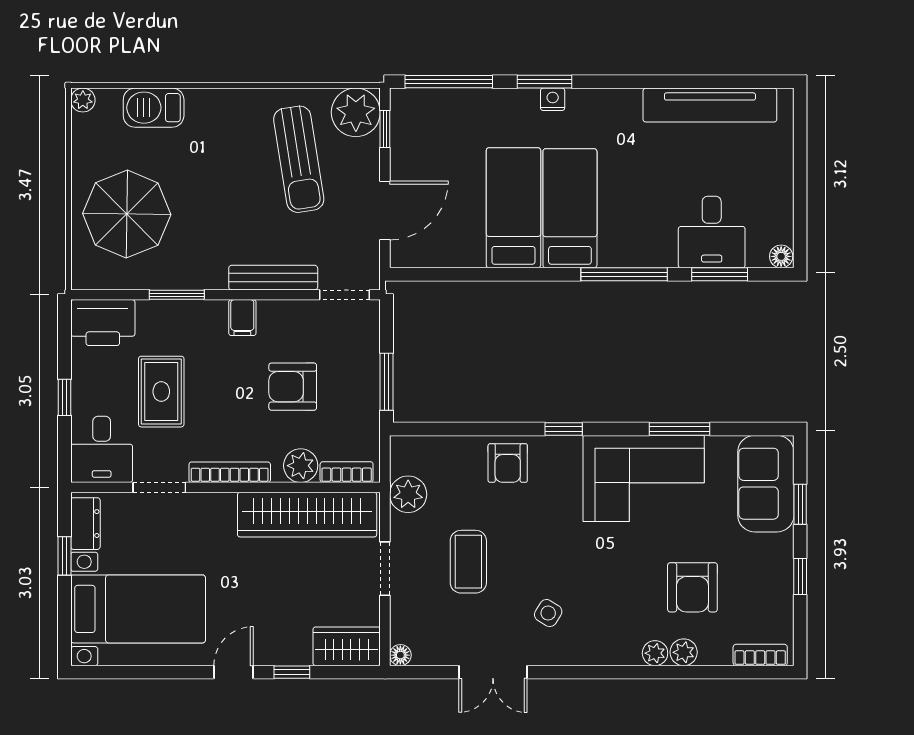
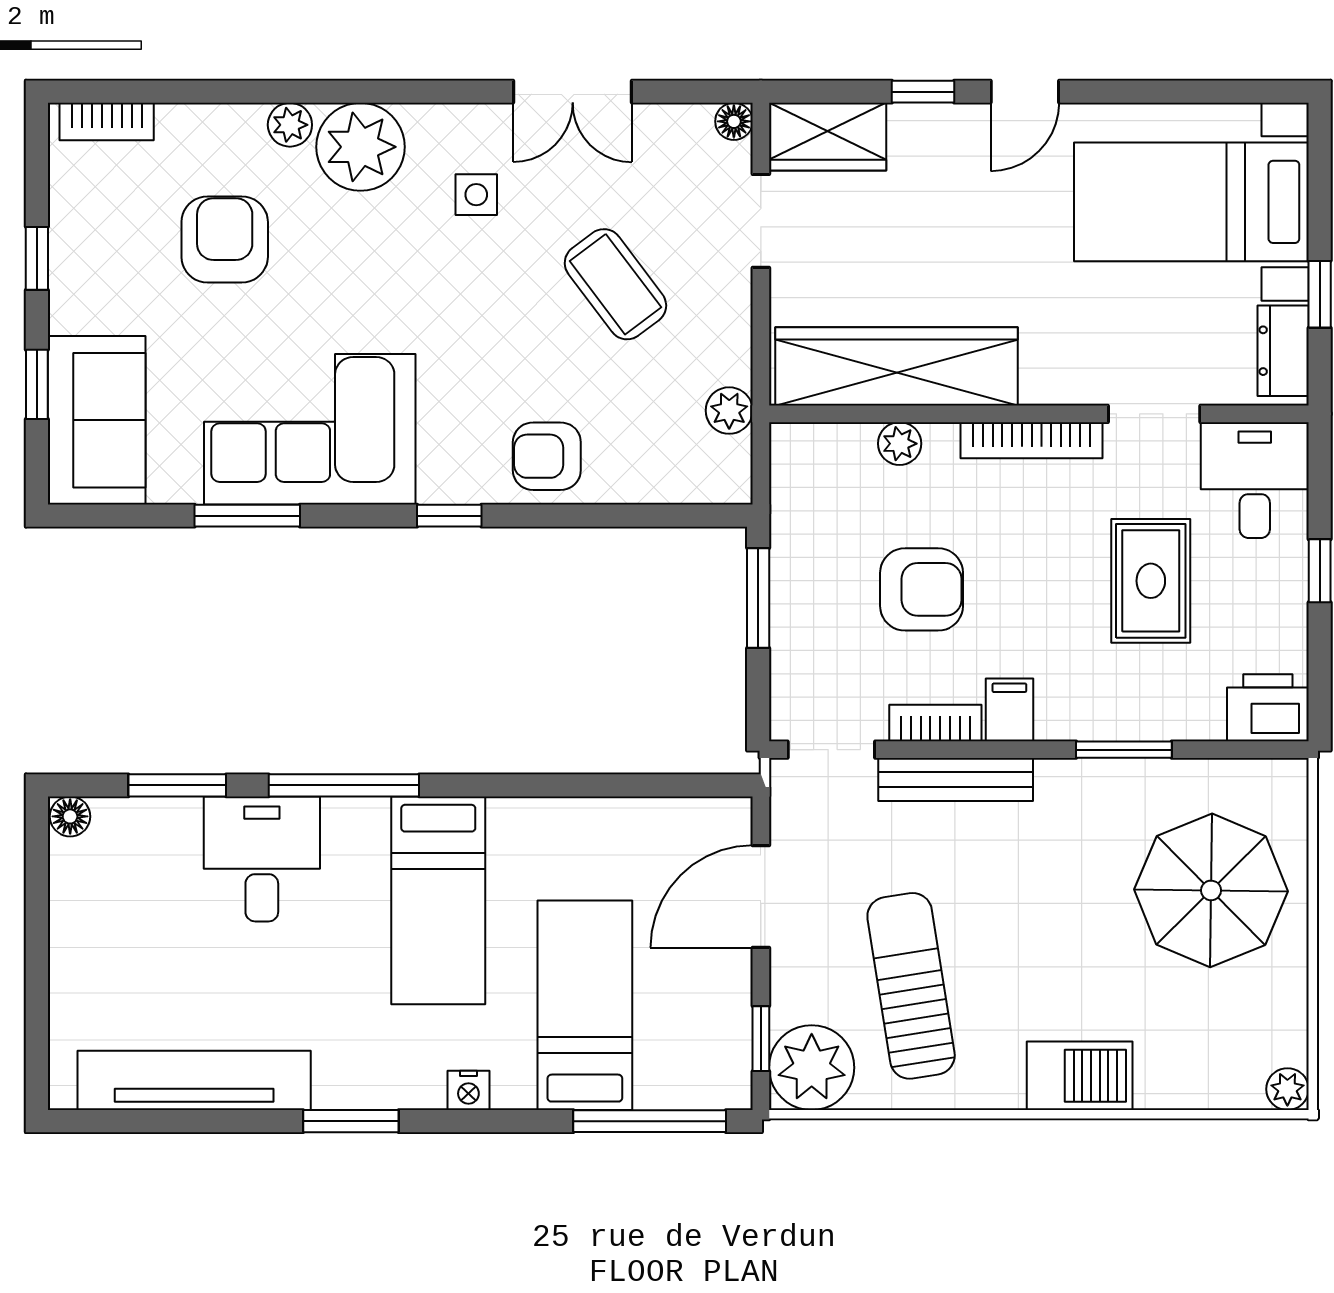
window: (544, 82) -> (351, 1121), moved
barbecue: (154, 108) -> (1080, 1076), moved
bed: (513, 208) -> (585, 1005), moved, turned 180
desk: (712, 232) -> (262, 859), moved
printer: (103, 323) -> (1268, 708), width x0.73, depth x0.84
armchair: (508, 463) -> (547, 456), turned -90
plant: (301, 466) -> (900, 444), width x0.73, depth x0.73
bookcase: (347, 472) -> (935, 723), moved, turned 180
plant: (408, 494) -> (729, 411), width x0.73, depth x0.73
coffee table: (468, 562) -> (615, 284), turned -37
doorway: (385, 569) -> (761, 221), moved
side table: (548, 613) -> (476, 195), turned -32
plant: (684, 652) -> (360, 147), moved, width x1.88, depth x1.88
double door: (493, 672) -> (573, 92), swing flipped

